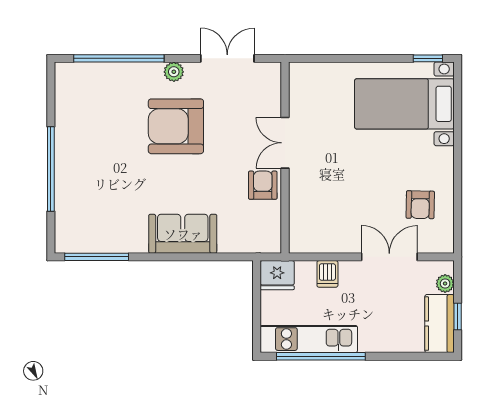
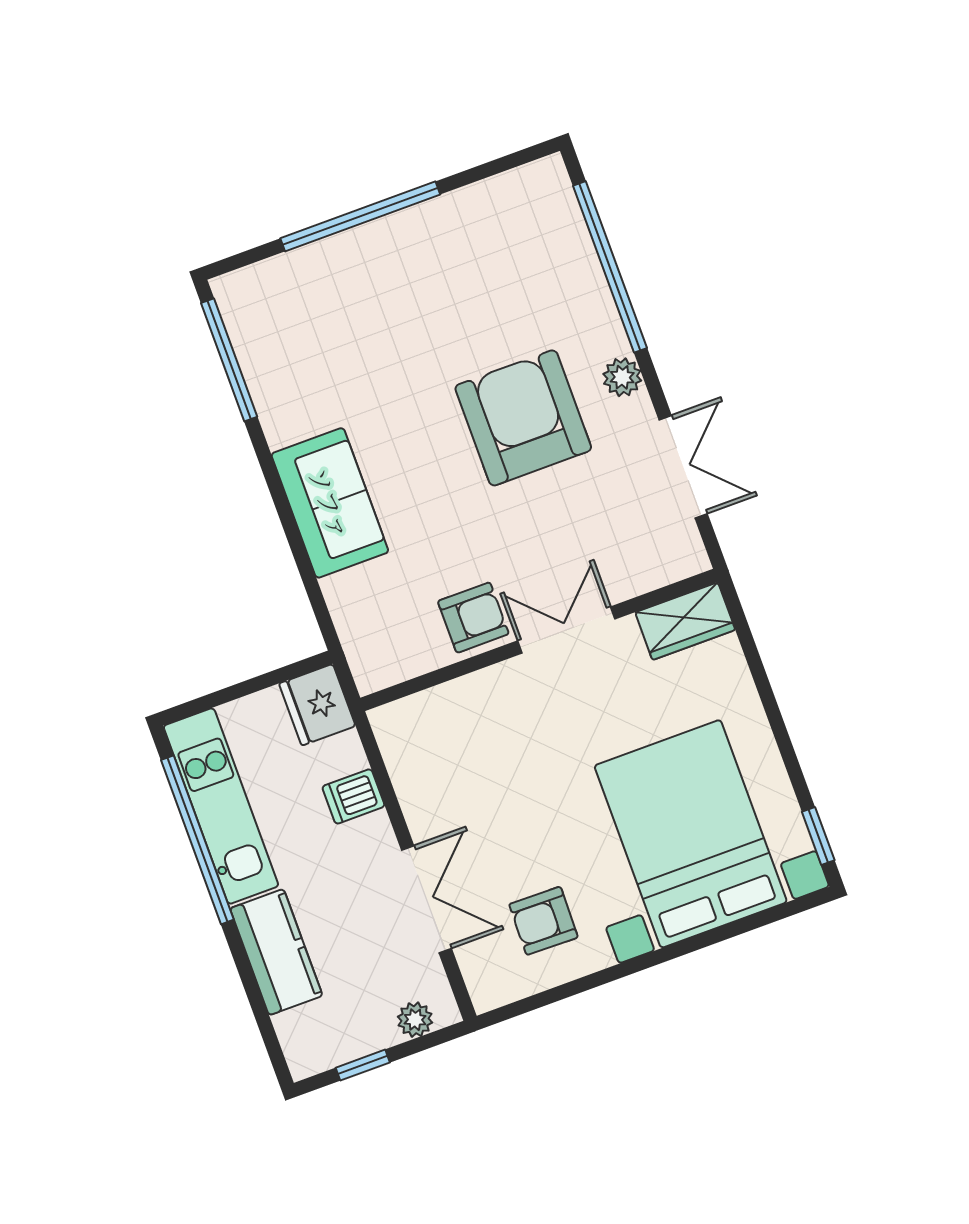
wardrobe: (302, 84) -> (685, 621), added
bed with nightstands: (404, 104) -> (691, 834), width x1.36
kitchen counter: (439, 324) -> (276, 952), moved, turned 90

